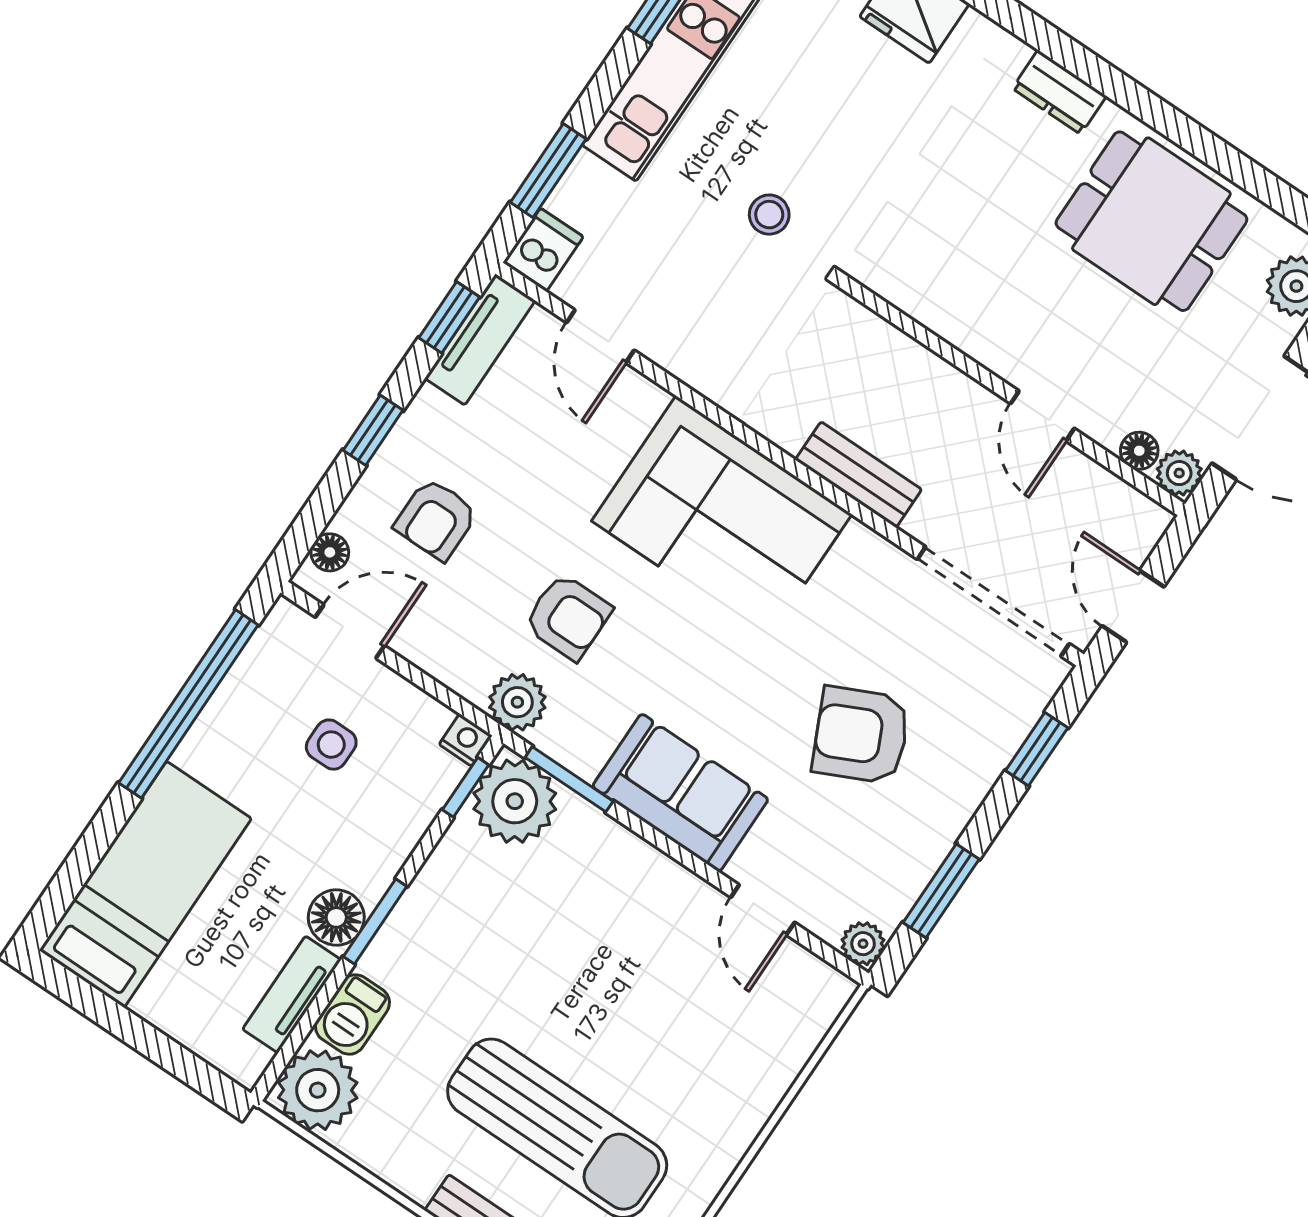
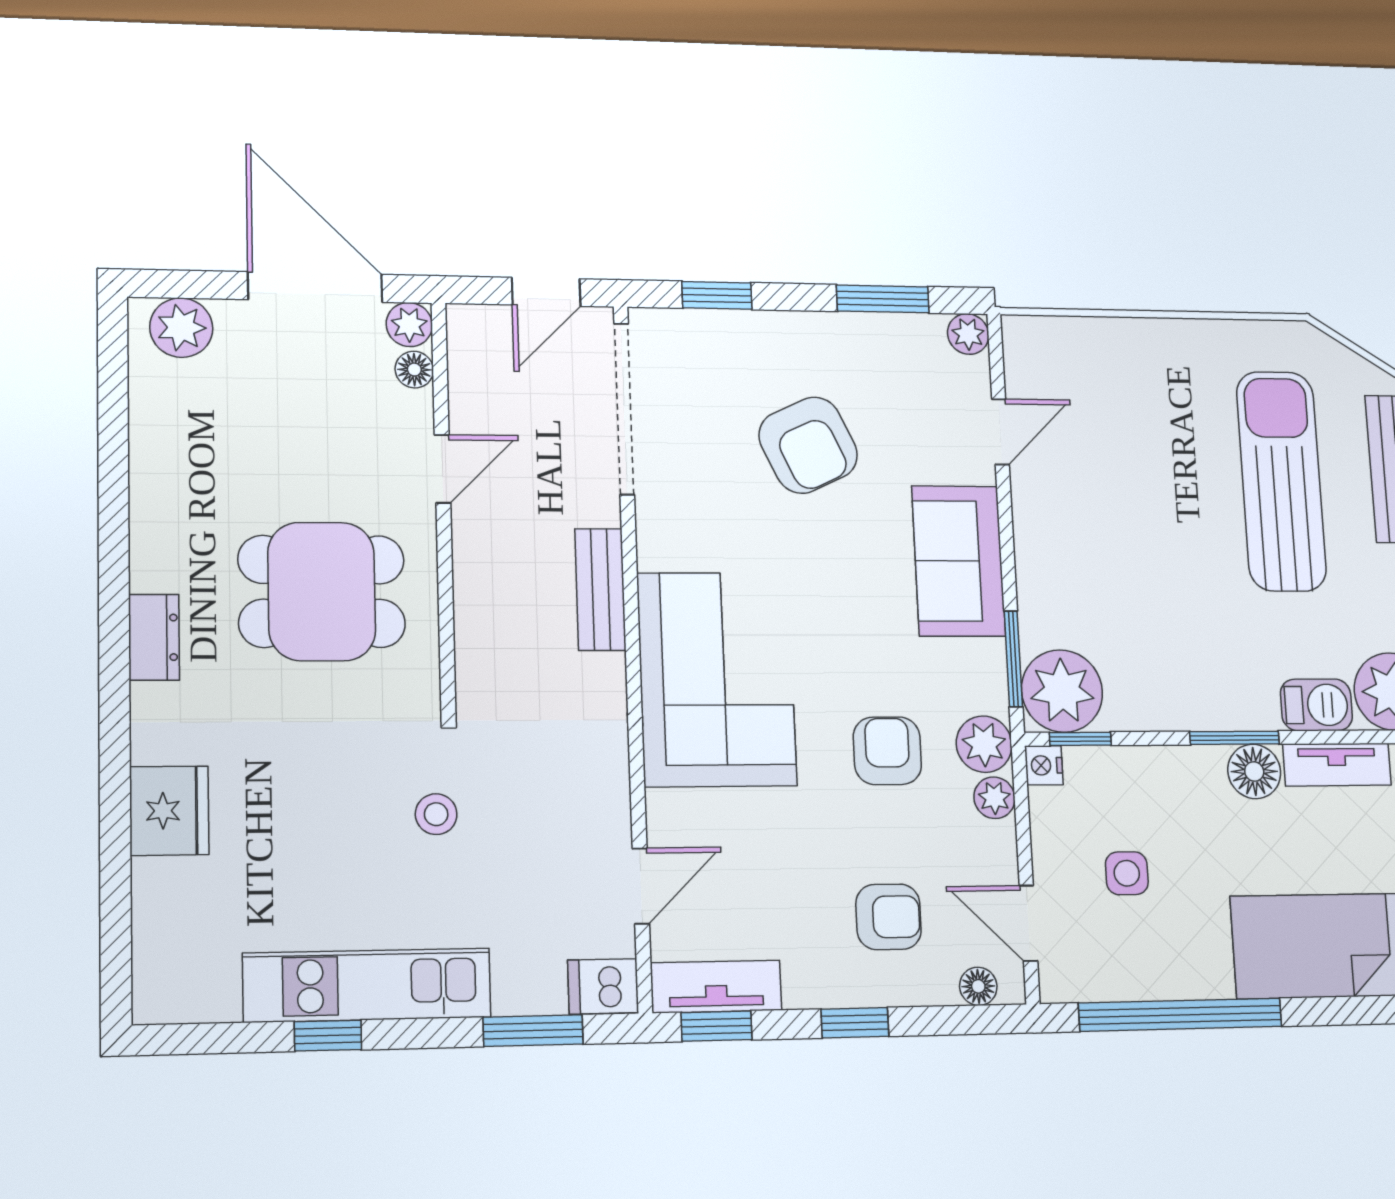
dining table: (1151, 221) -> (322, 591), moved, turned 90
plant: (469, 678) -> (994, 798), added

